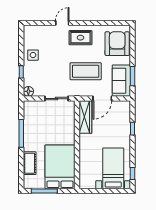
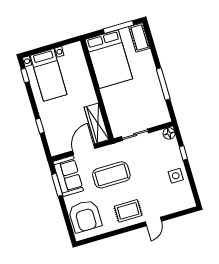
cot: (30, 163) -> (139, 37), moved

